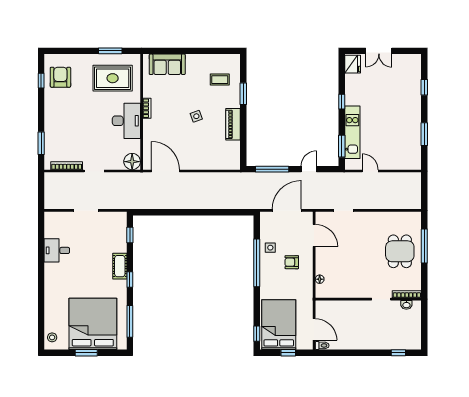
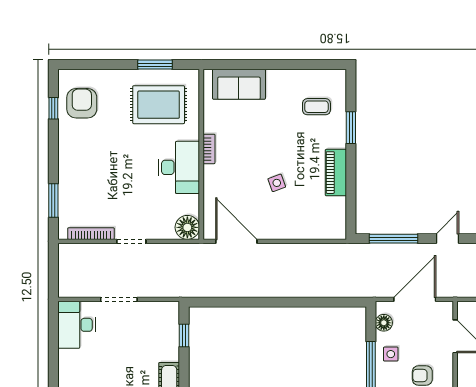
side table: (196, 116) -> (277, 183), moved
floor lamp: (266, 226) -> (384, 323), added
desk: (57, 250) -> (77, 325), moved, width x1.37

